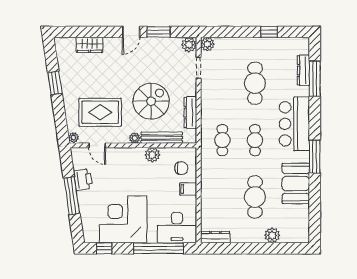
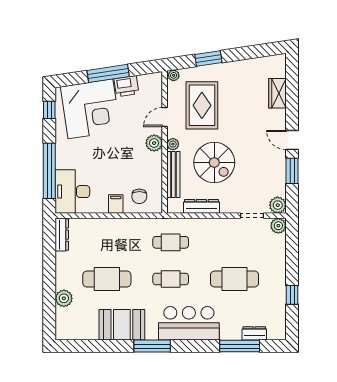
dresser: (303, 70) -> (254, 333), width x0.70
window: (55, 83) -> (208, 59), moved
door: (97, 145) -> (165, 117), moved
plant: (152, 155) -> (154, 143), moved
corner desk: (123, 219) -> (90, 109), moved, turned 82

